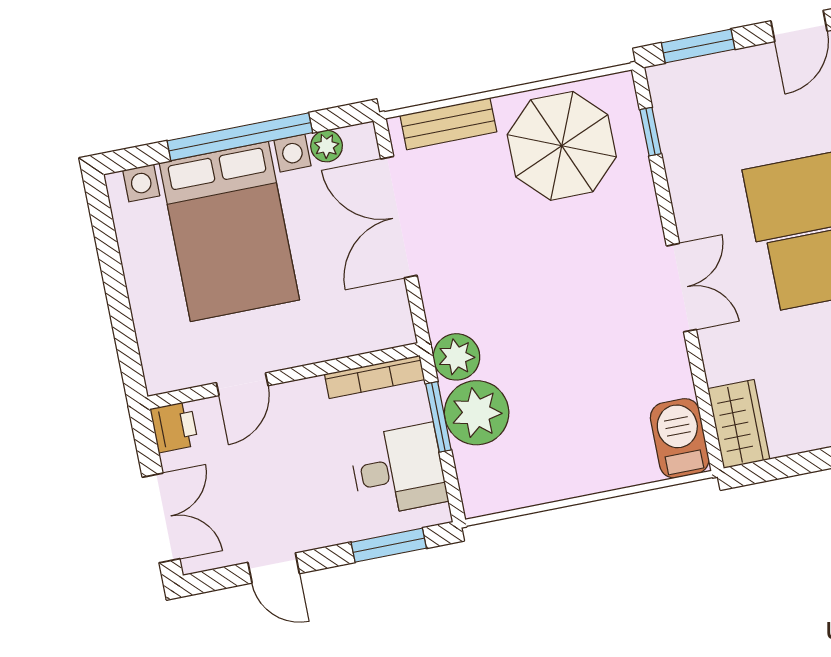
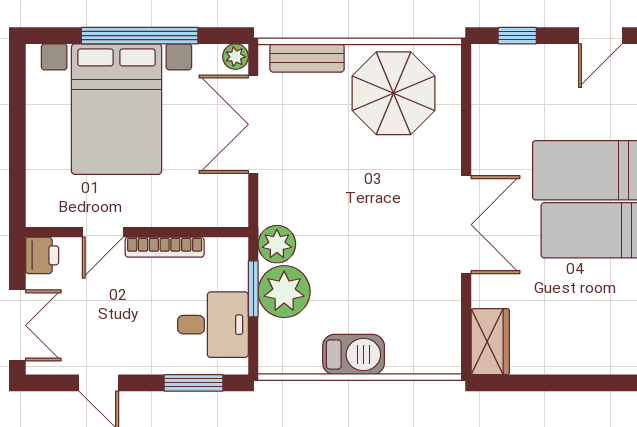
window: (698, 46) -> (517, 36), width x0.67
window: (651, 132) -> (466, 96), removed
plant: (327, 146) -> (235, 57), moved
double door: (681, 288) -> (466, 225), width x1.37
bookcase: (375, 377) -> (165, 247), moved
barbecue: (680, 438) -> (354, 354), moved, turned 90

